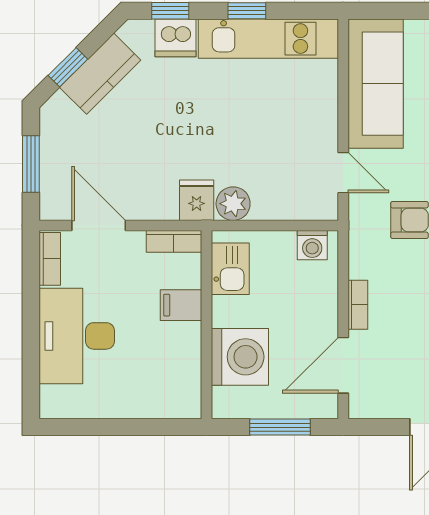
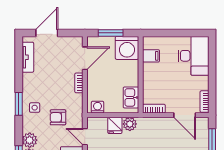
fridge: (197, 200) -> (115, 125), moved
filing cabinet: (181, 305) -> (151, 56), moved
desk: (77, 336) -> (193, 56), moved
washing machine: (240, 357) -> (127, 48), moved, turned -90

